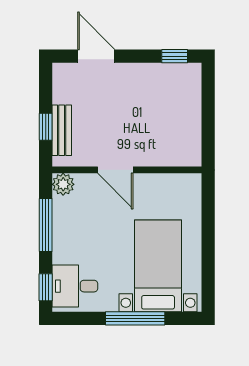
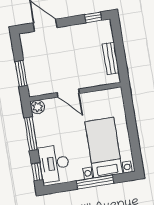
window: (46, 127) -> (21, 73), width x1.50
bench: (62, 130) -> (111, 58), moved
desk: (75, 286) -> (54, 163), width x1.37

